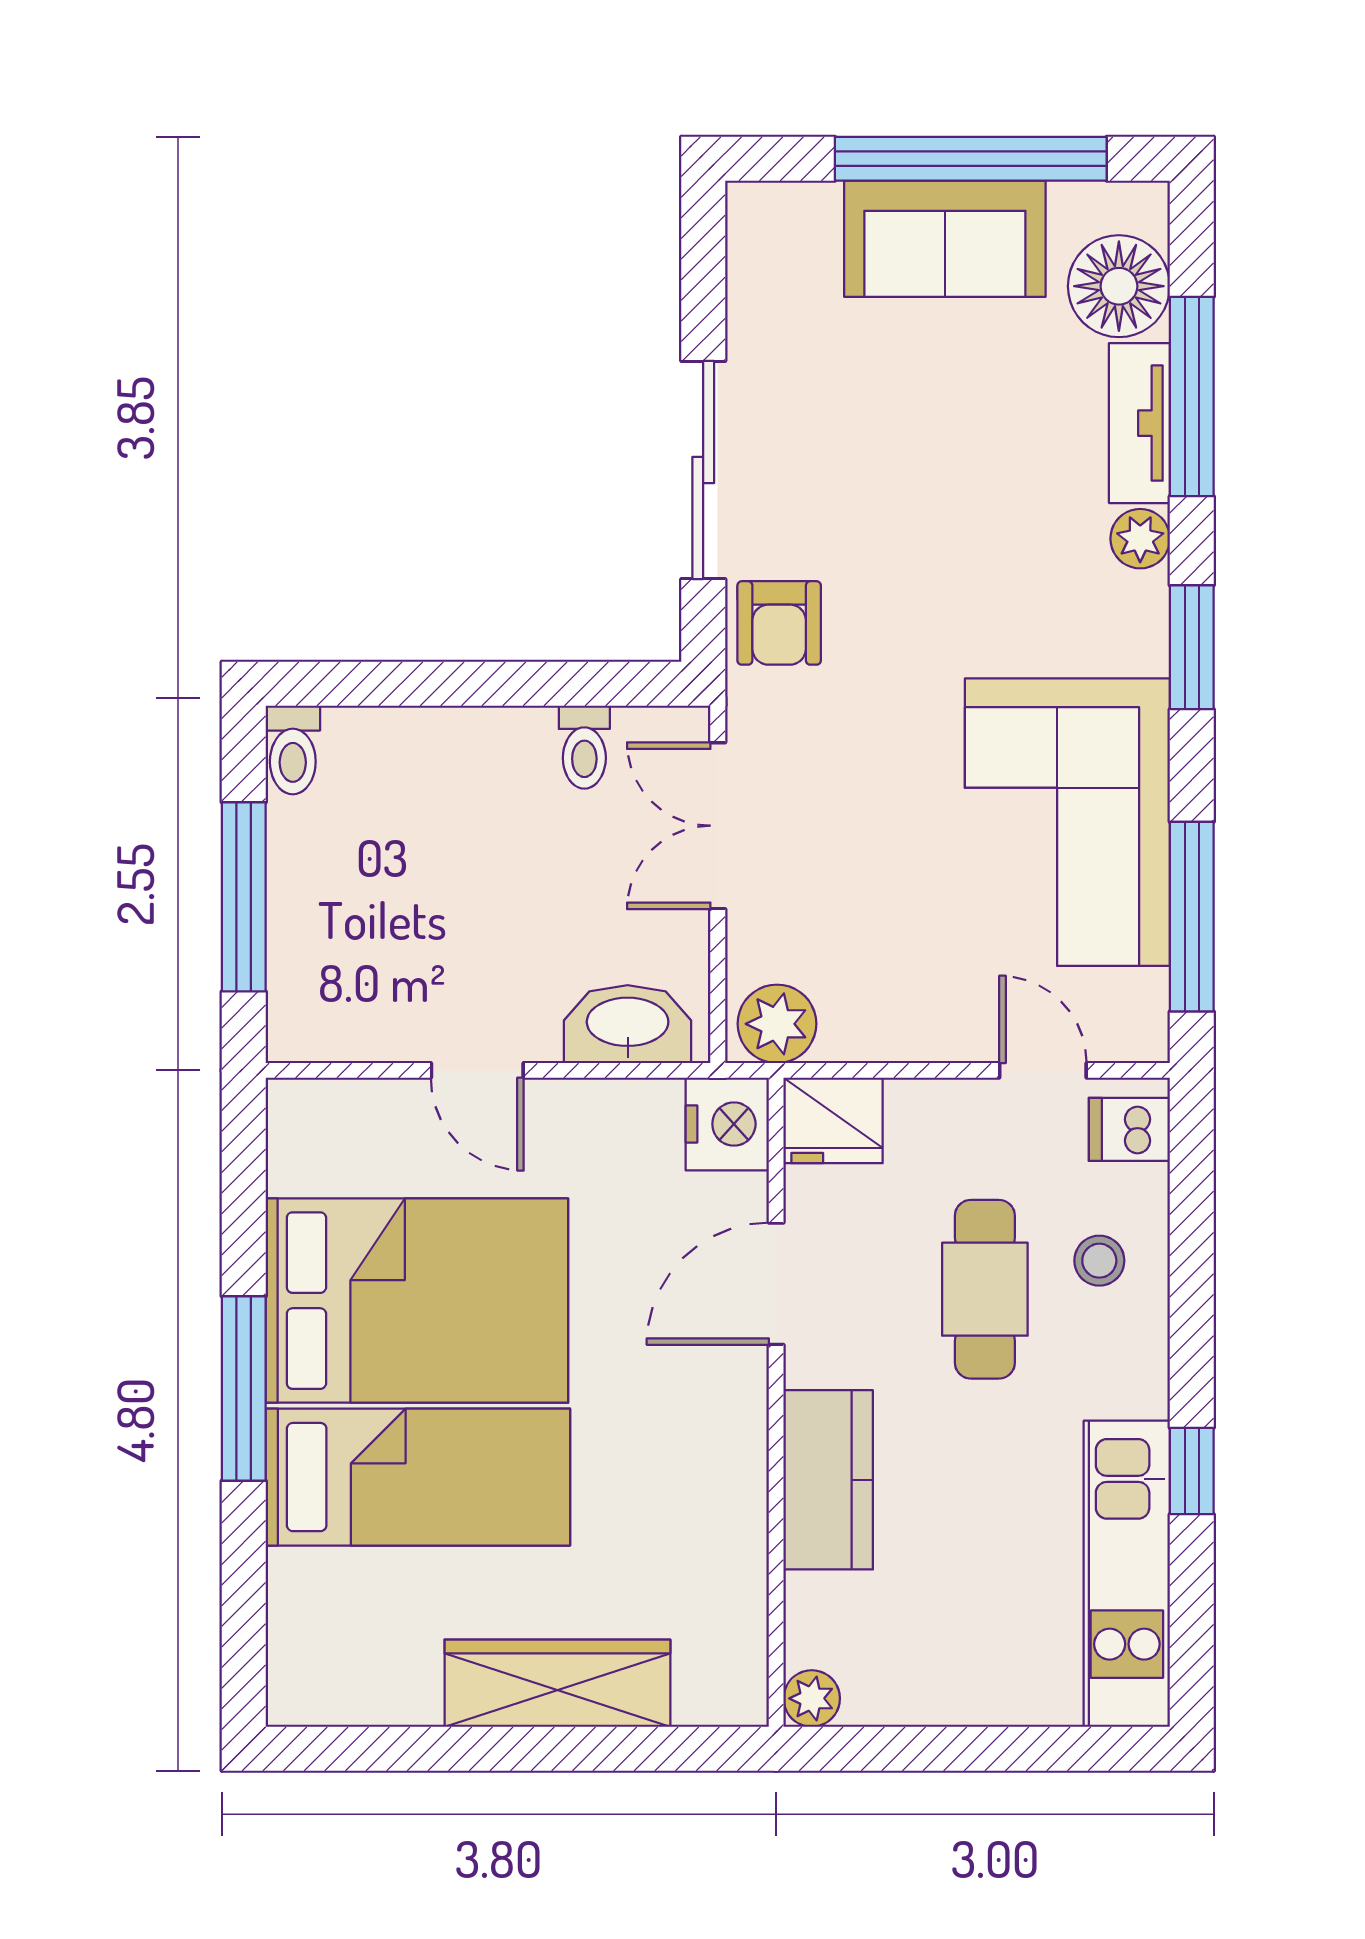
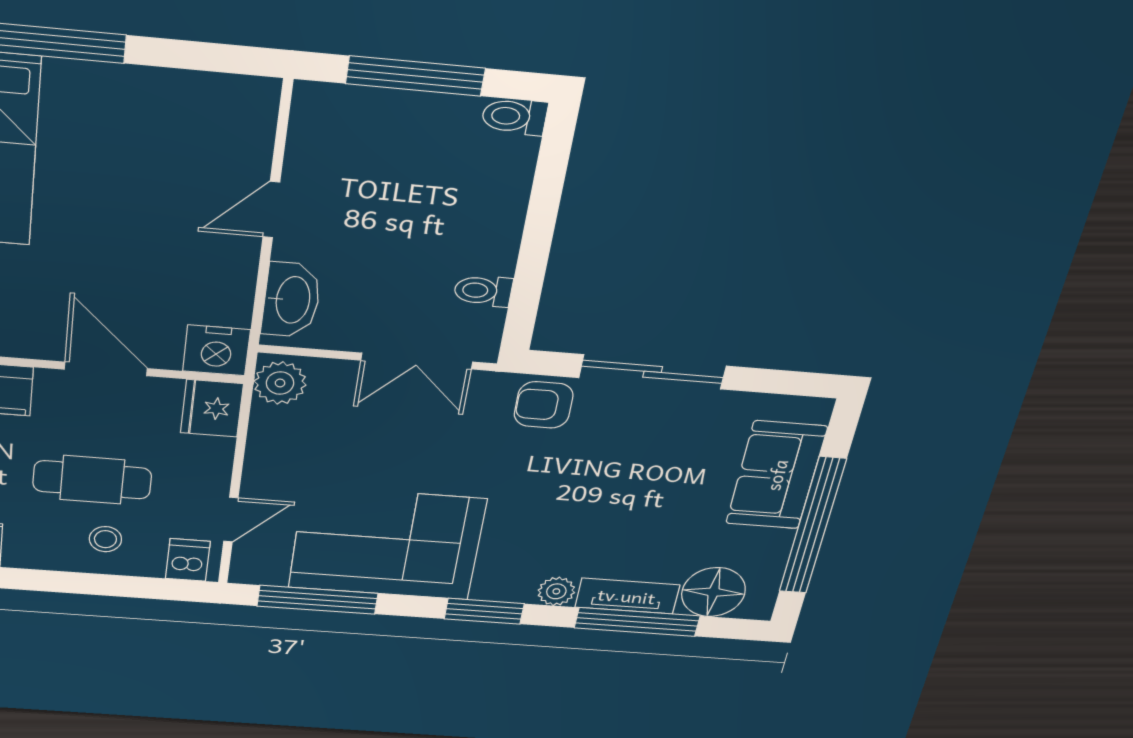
sofa: (945, 239) -> (776, 475), moved
double door: (718, 826) -> (417, 361), swing flipped
bed: (417, 1301) -> (113, 159), removed

